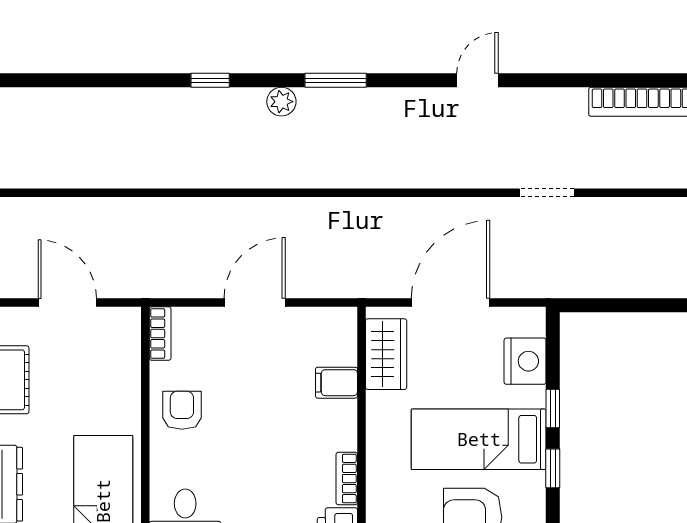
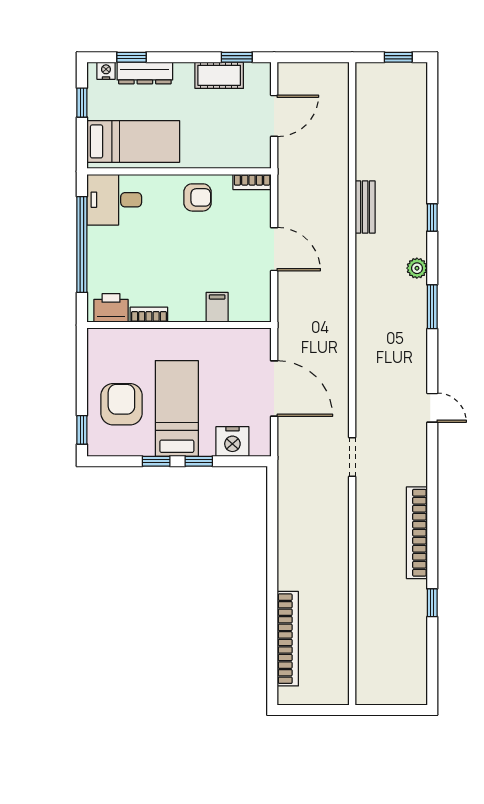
bench: (195, 175) -> (365, 207), added
wardrobe: (386, 354) -> (237, 343), removed

